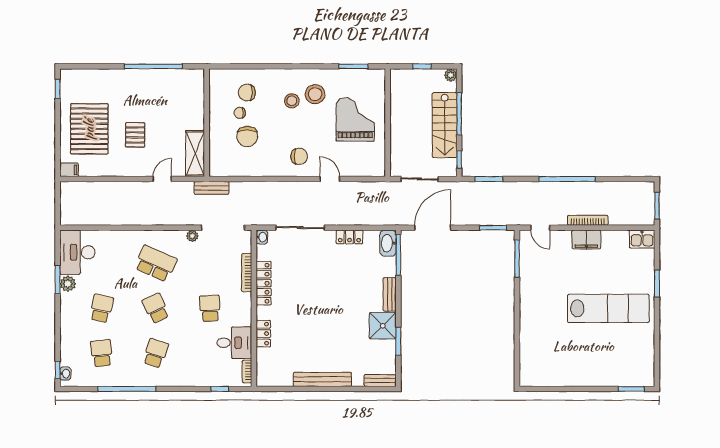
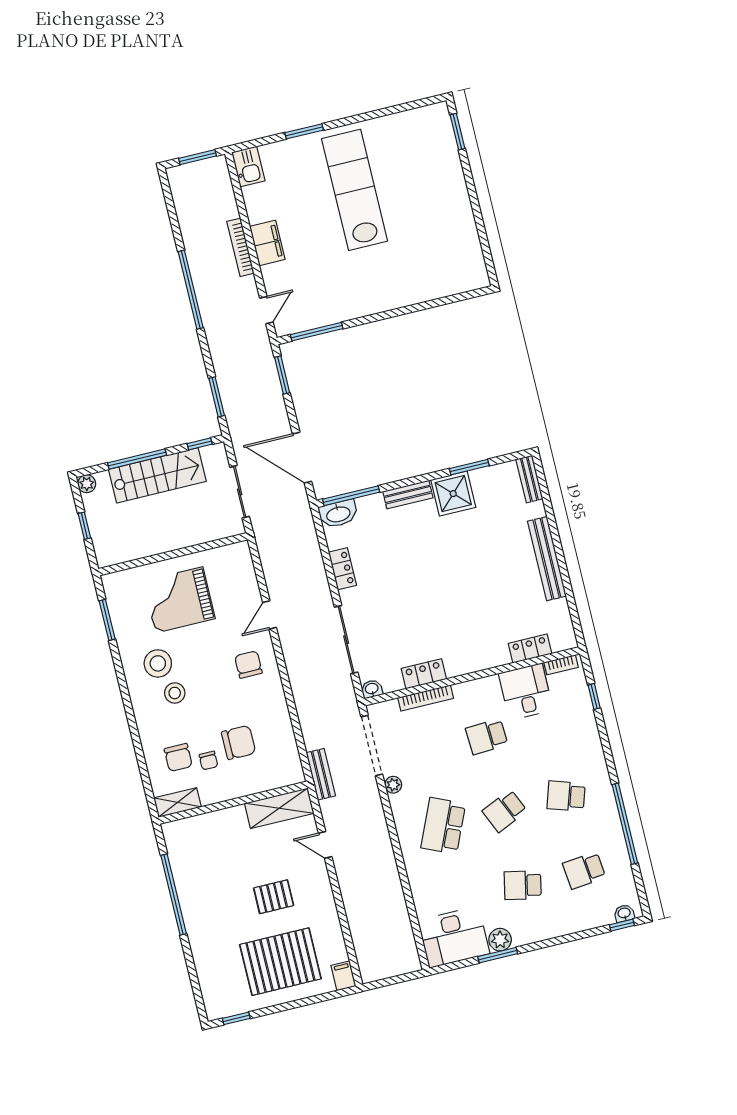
shelving: (216, 84) -> (177, 802), added
locker: (264, 283) -> (424, 674), width x0.66
locker: (263, 334) -> (530, 649), moved

